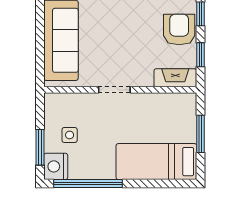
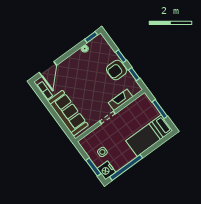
armchair: (179, 30) -> (116, 70), turned -90
fireplace: (175, 78) -> (121, 100), moved

